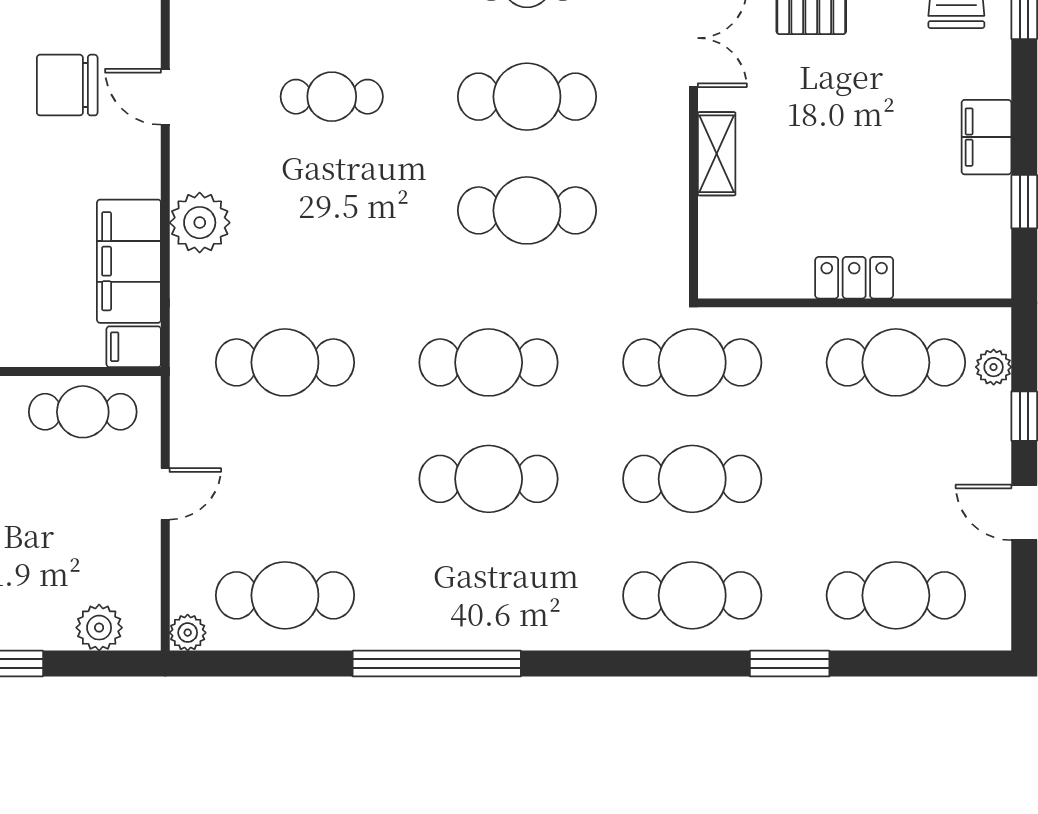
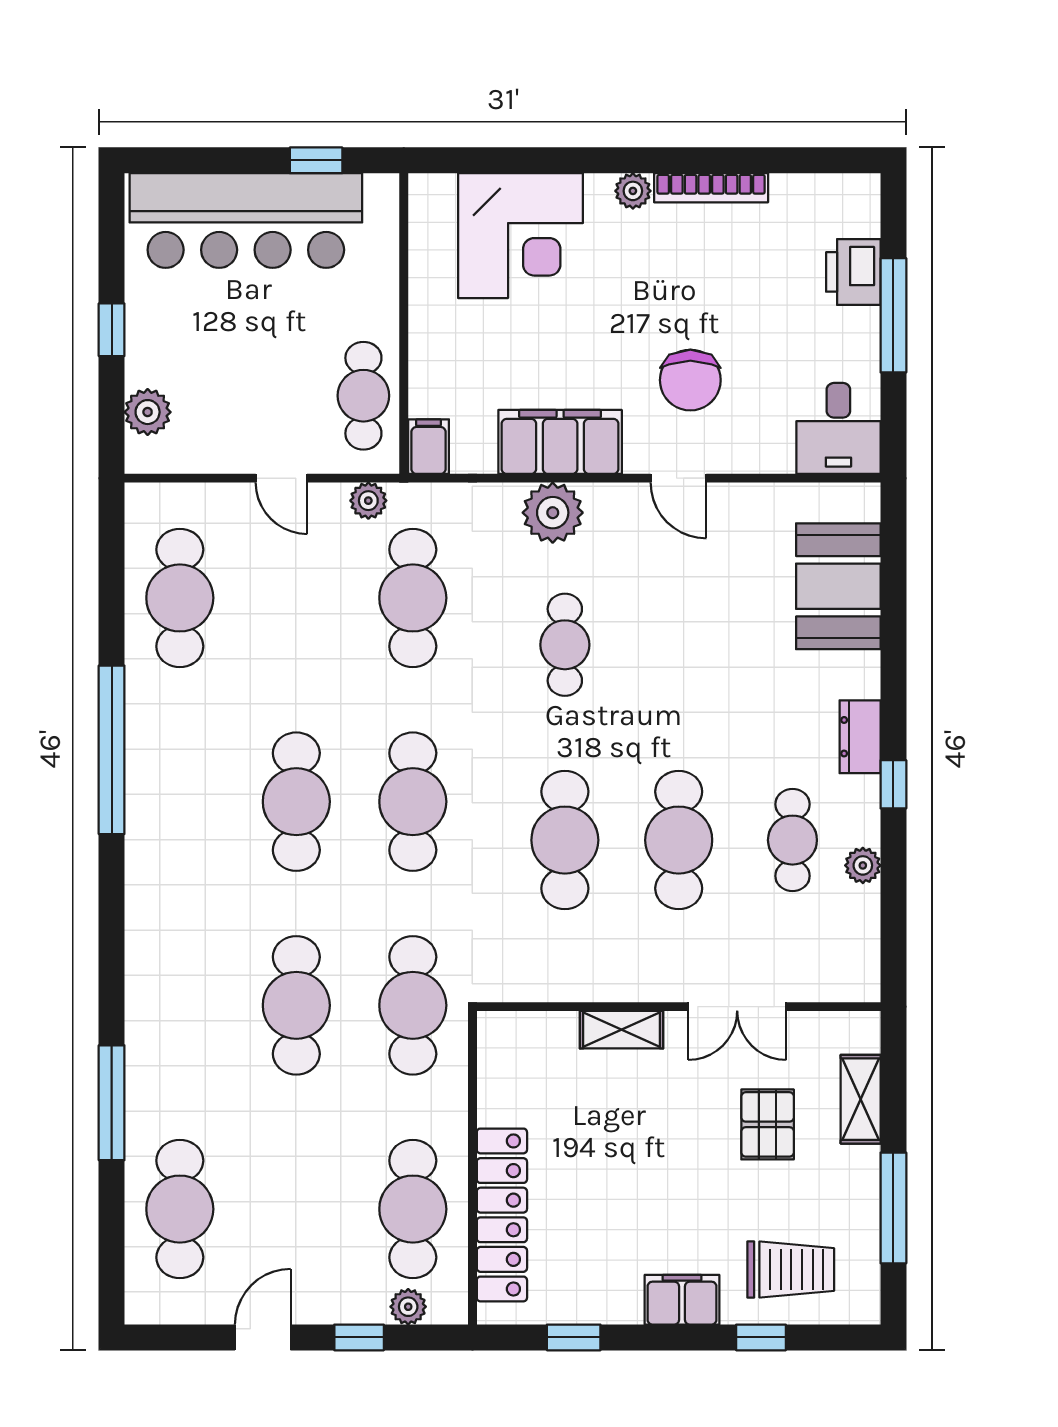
chair: (67, 85) -> (690, 380), turned 180
door: (165, 97) -> (679, 478), swing flipped
cafe table: (332, 97) -> (565, 645), moved
filing cabinet: (986, 137) -> (682, 1300), moved
filing cabinet: (129, 261) -> (560, 442), moved
locker: (854, 278) -> (502, 1215), width x2.16, depth x1.21
cafe table: (692, 595) -> (180, 1005), removed
plant: (188, 633) -> (368, 501), moved
window: (790, 664) -> (112, 1103), width x1.44

